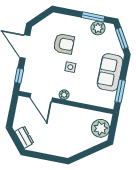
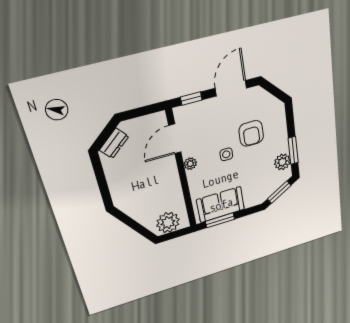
sofa: (110, 72) -> (221, 205), moved

